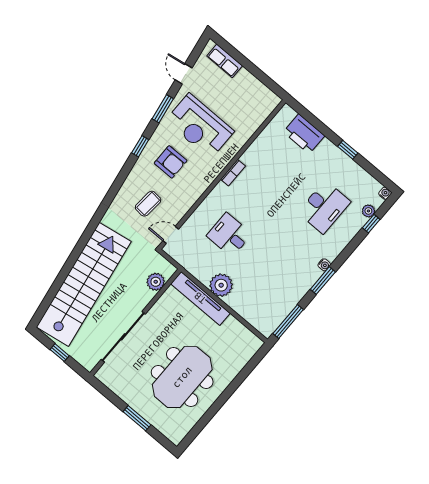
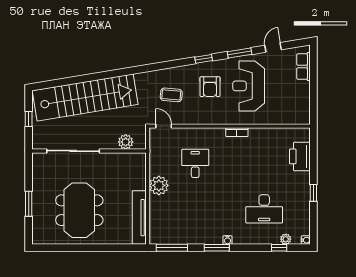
tv unit: (200, 298) -> (139, 218), moved
meeting table: (182, 377) -> (79, 210), turned 90

